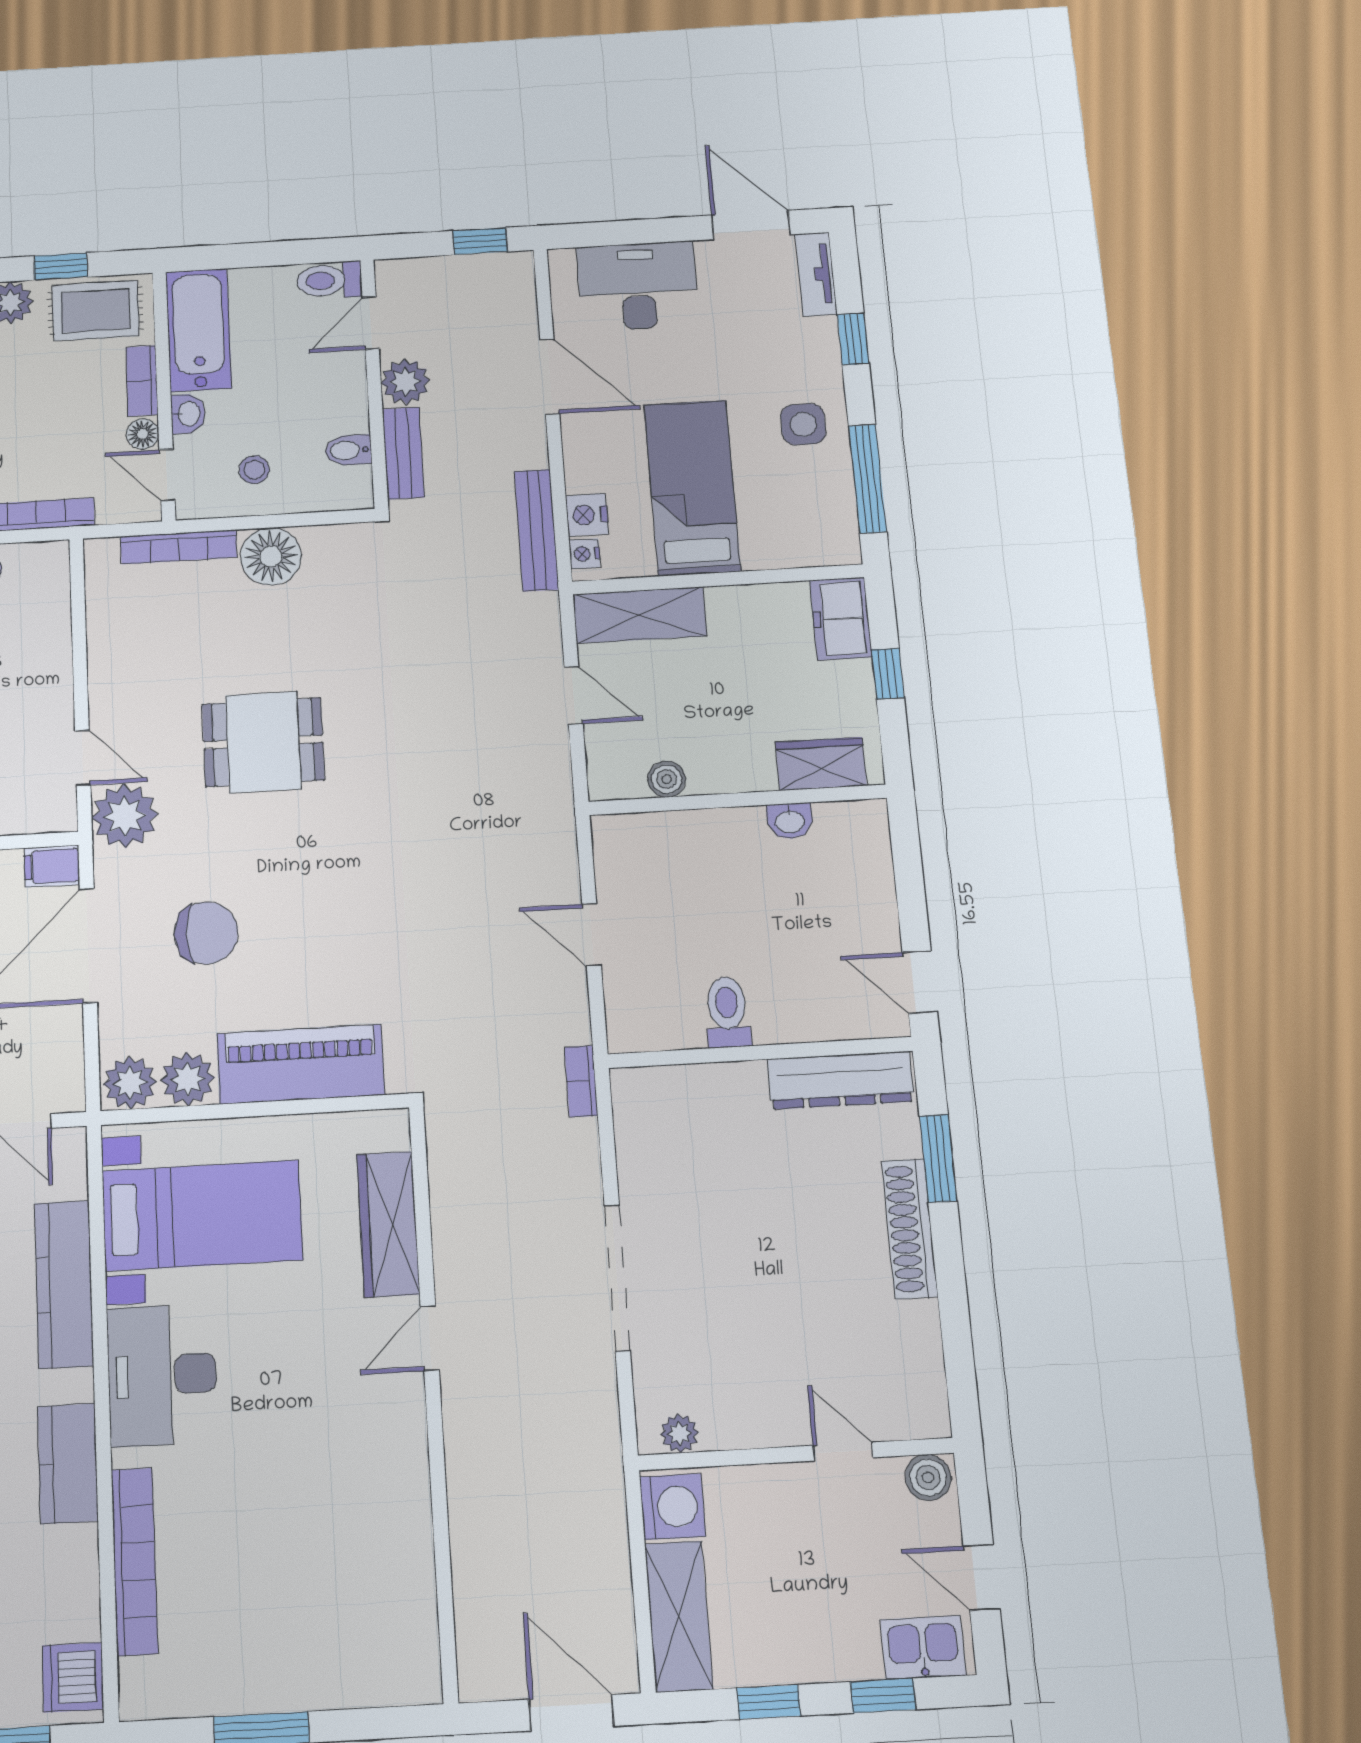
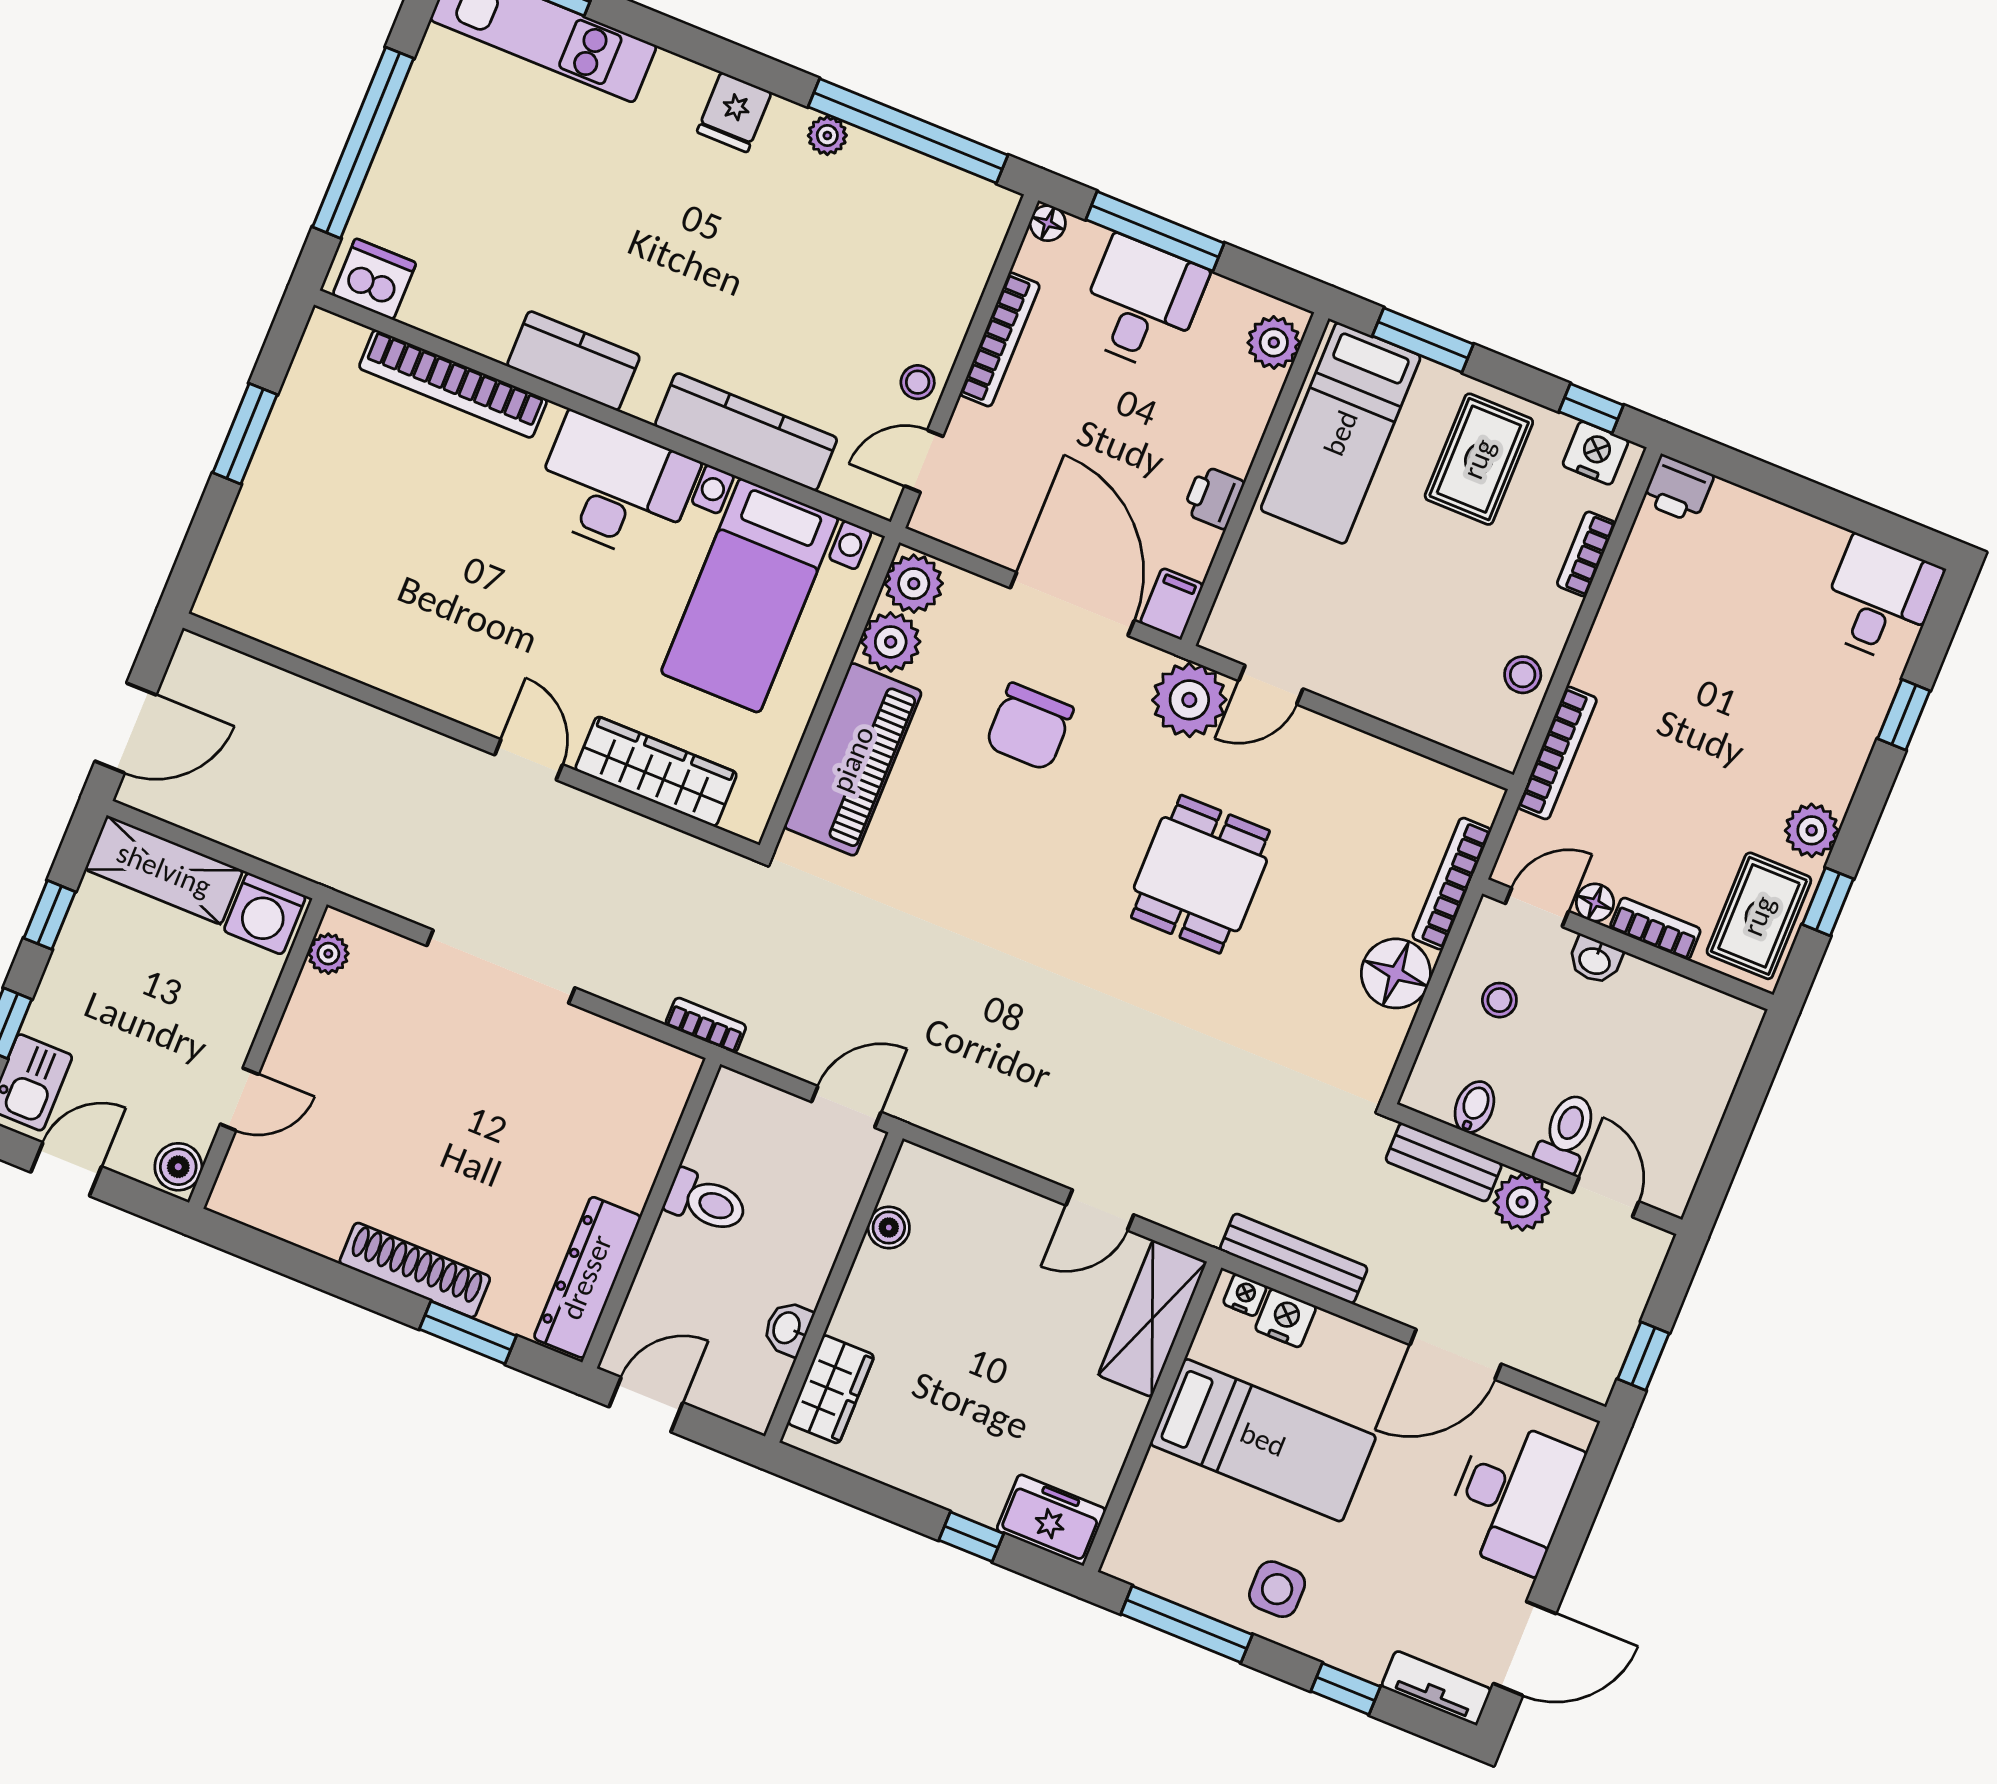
toilet: (329, 280) -> (1567, 1133), moved
bathtub: (199, 330) -> (1685, 1014), removed
wardrobe: (821, 764) -> (831, 1389), moved
boiler: (667, 779) -> (889, 1227), moved
wall: (737, 800) -> (834, 1287), moved
washbasin: (790, 821) -> (788, 1328), moved

